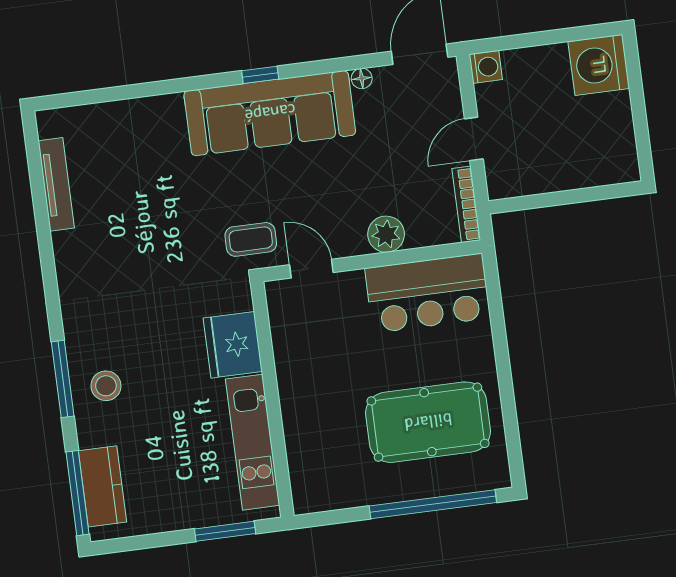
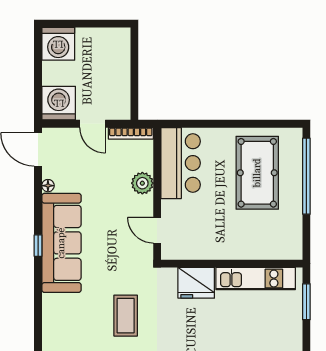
washing machine: (486, 67) -> (59, 103), width x1.89, depth x1.89
coffee table: (251, 239) -> (126, 316), moved, width x1.36, depth x1.30
door: (311, 269) -> (157, 230), hinge flipped

